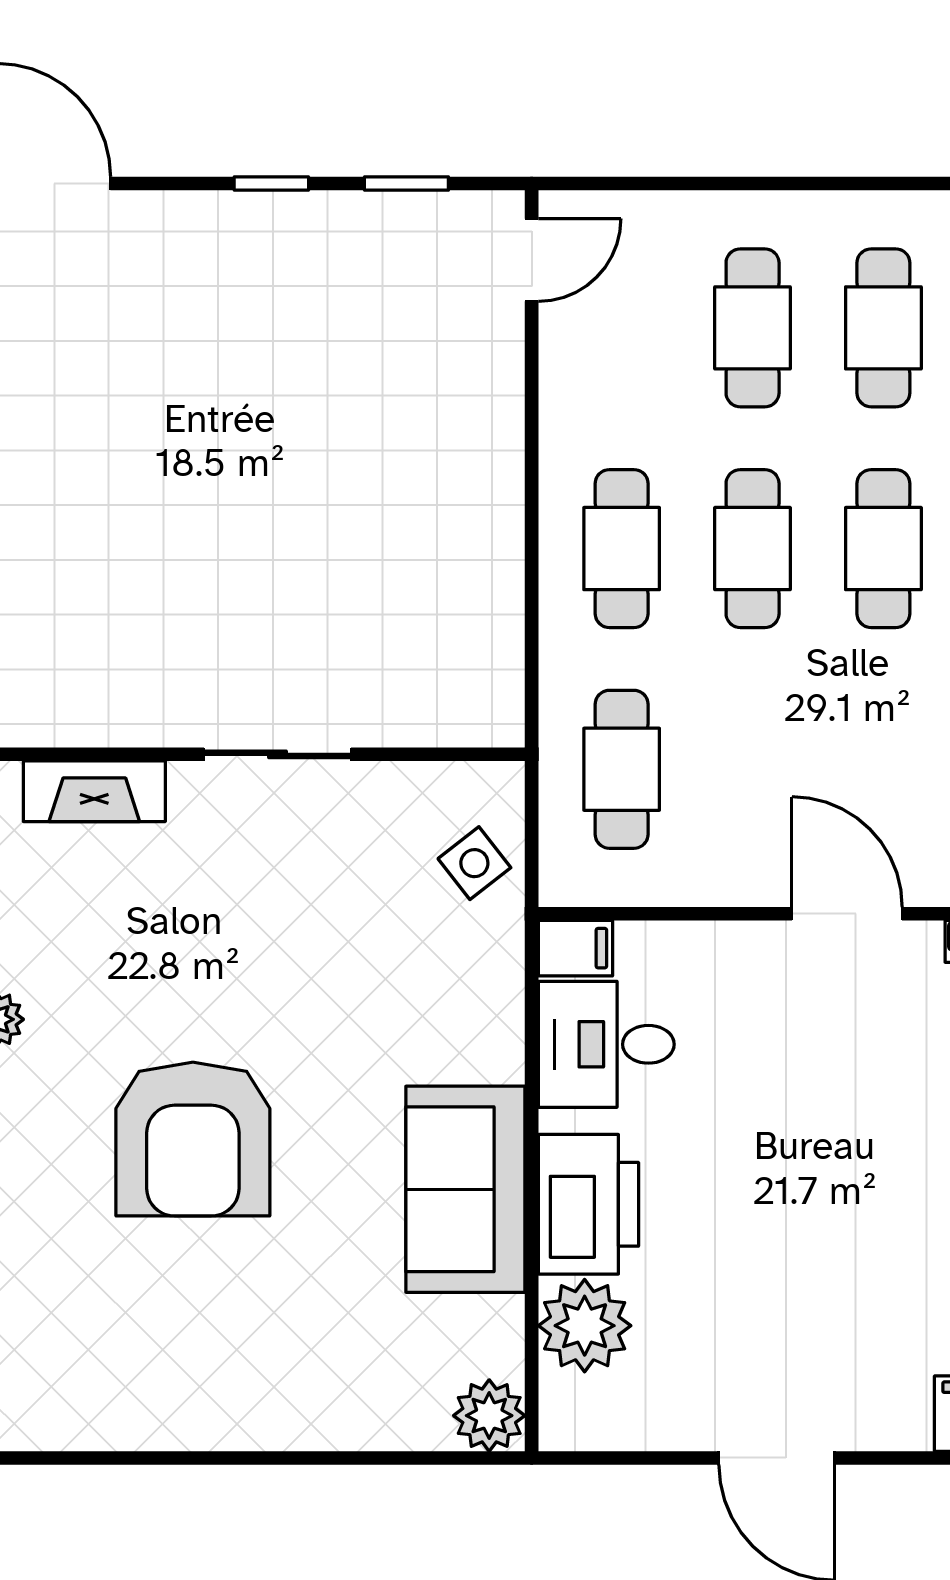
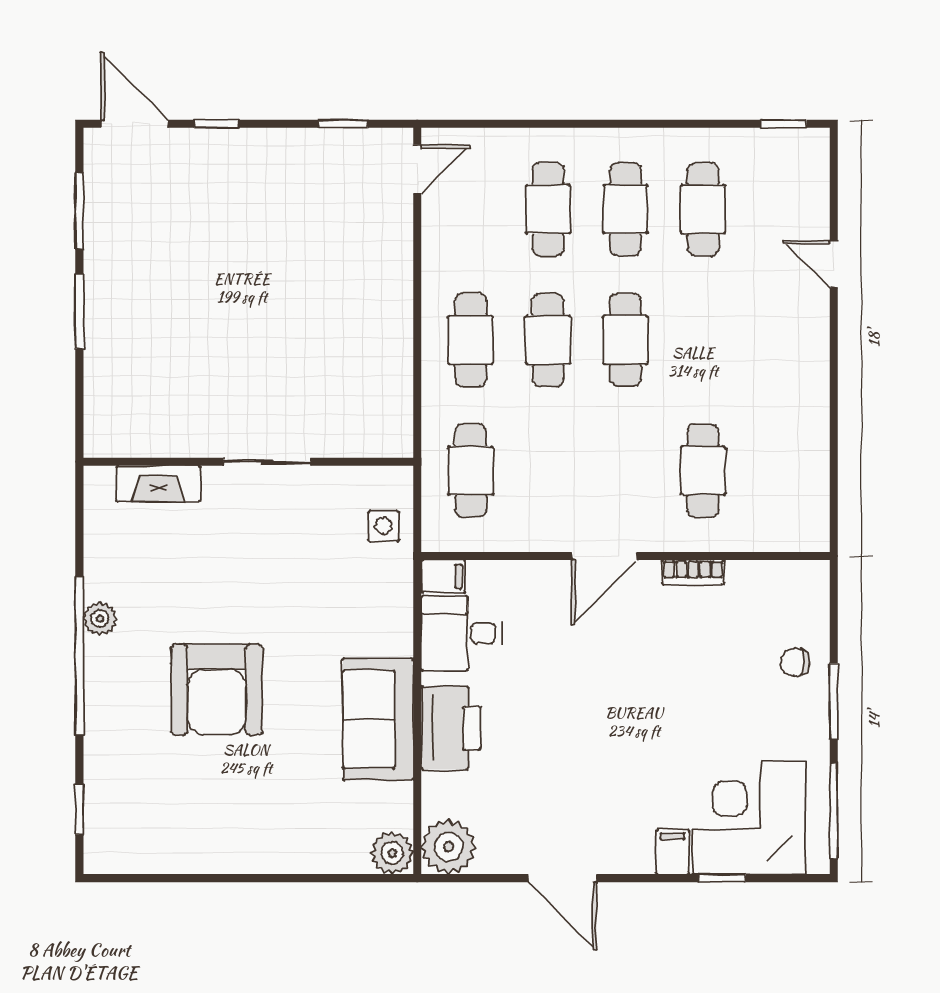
window: (271, 184) -> (216, 124), moved
side table: (474, 863) -> (383, 526), turned 38
door: (847, 914) -> (604, 556), swing flipped
plant: (585, 1326) -> (449, 847), moved

